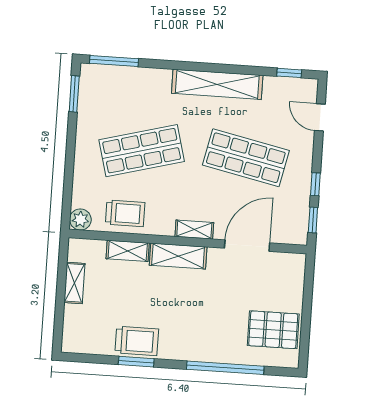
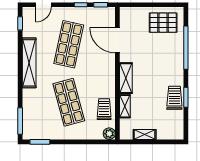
shelving: (194, 230) -> (110, 70), removed
pallet: (273, 330) -> (163, 23), turned 90

